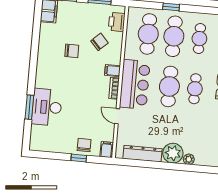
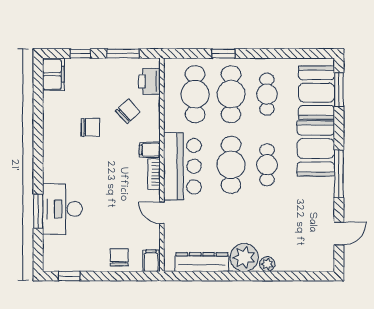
window: (79, 158) -> (69, 276), moved

